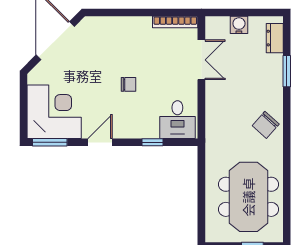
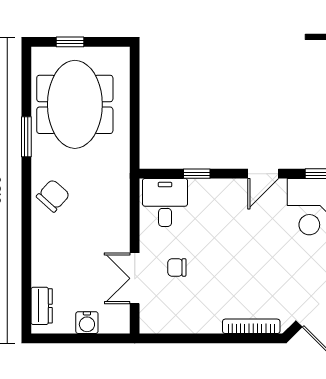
bookcase: (175, 22) -> (251, 326), moved
window: (287, 71) -> (26, 137), moved
chair: (129, 84) -> (177, 267), moved

